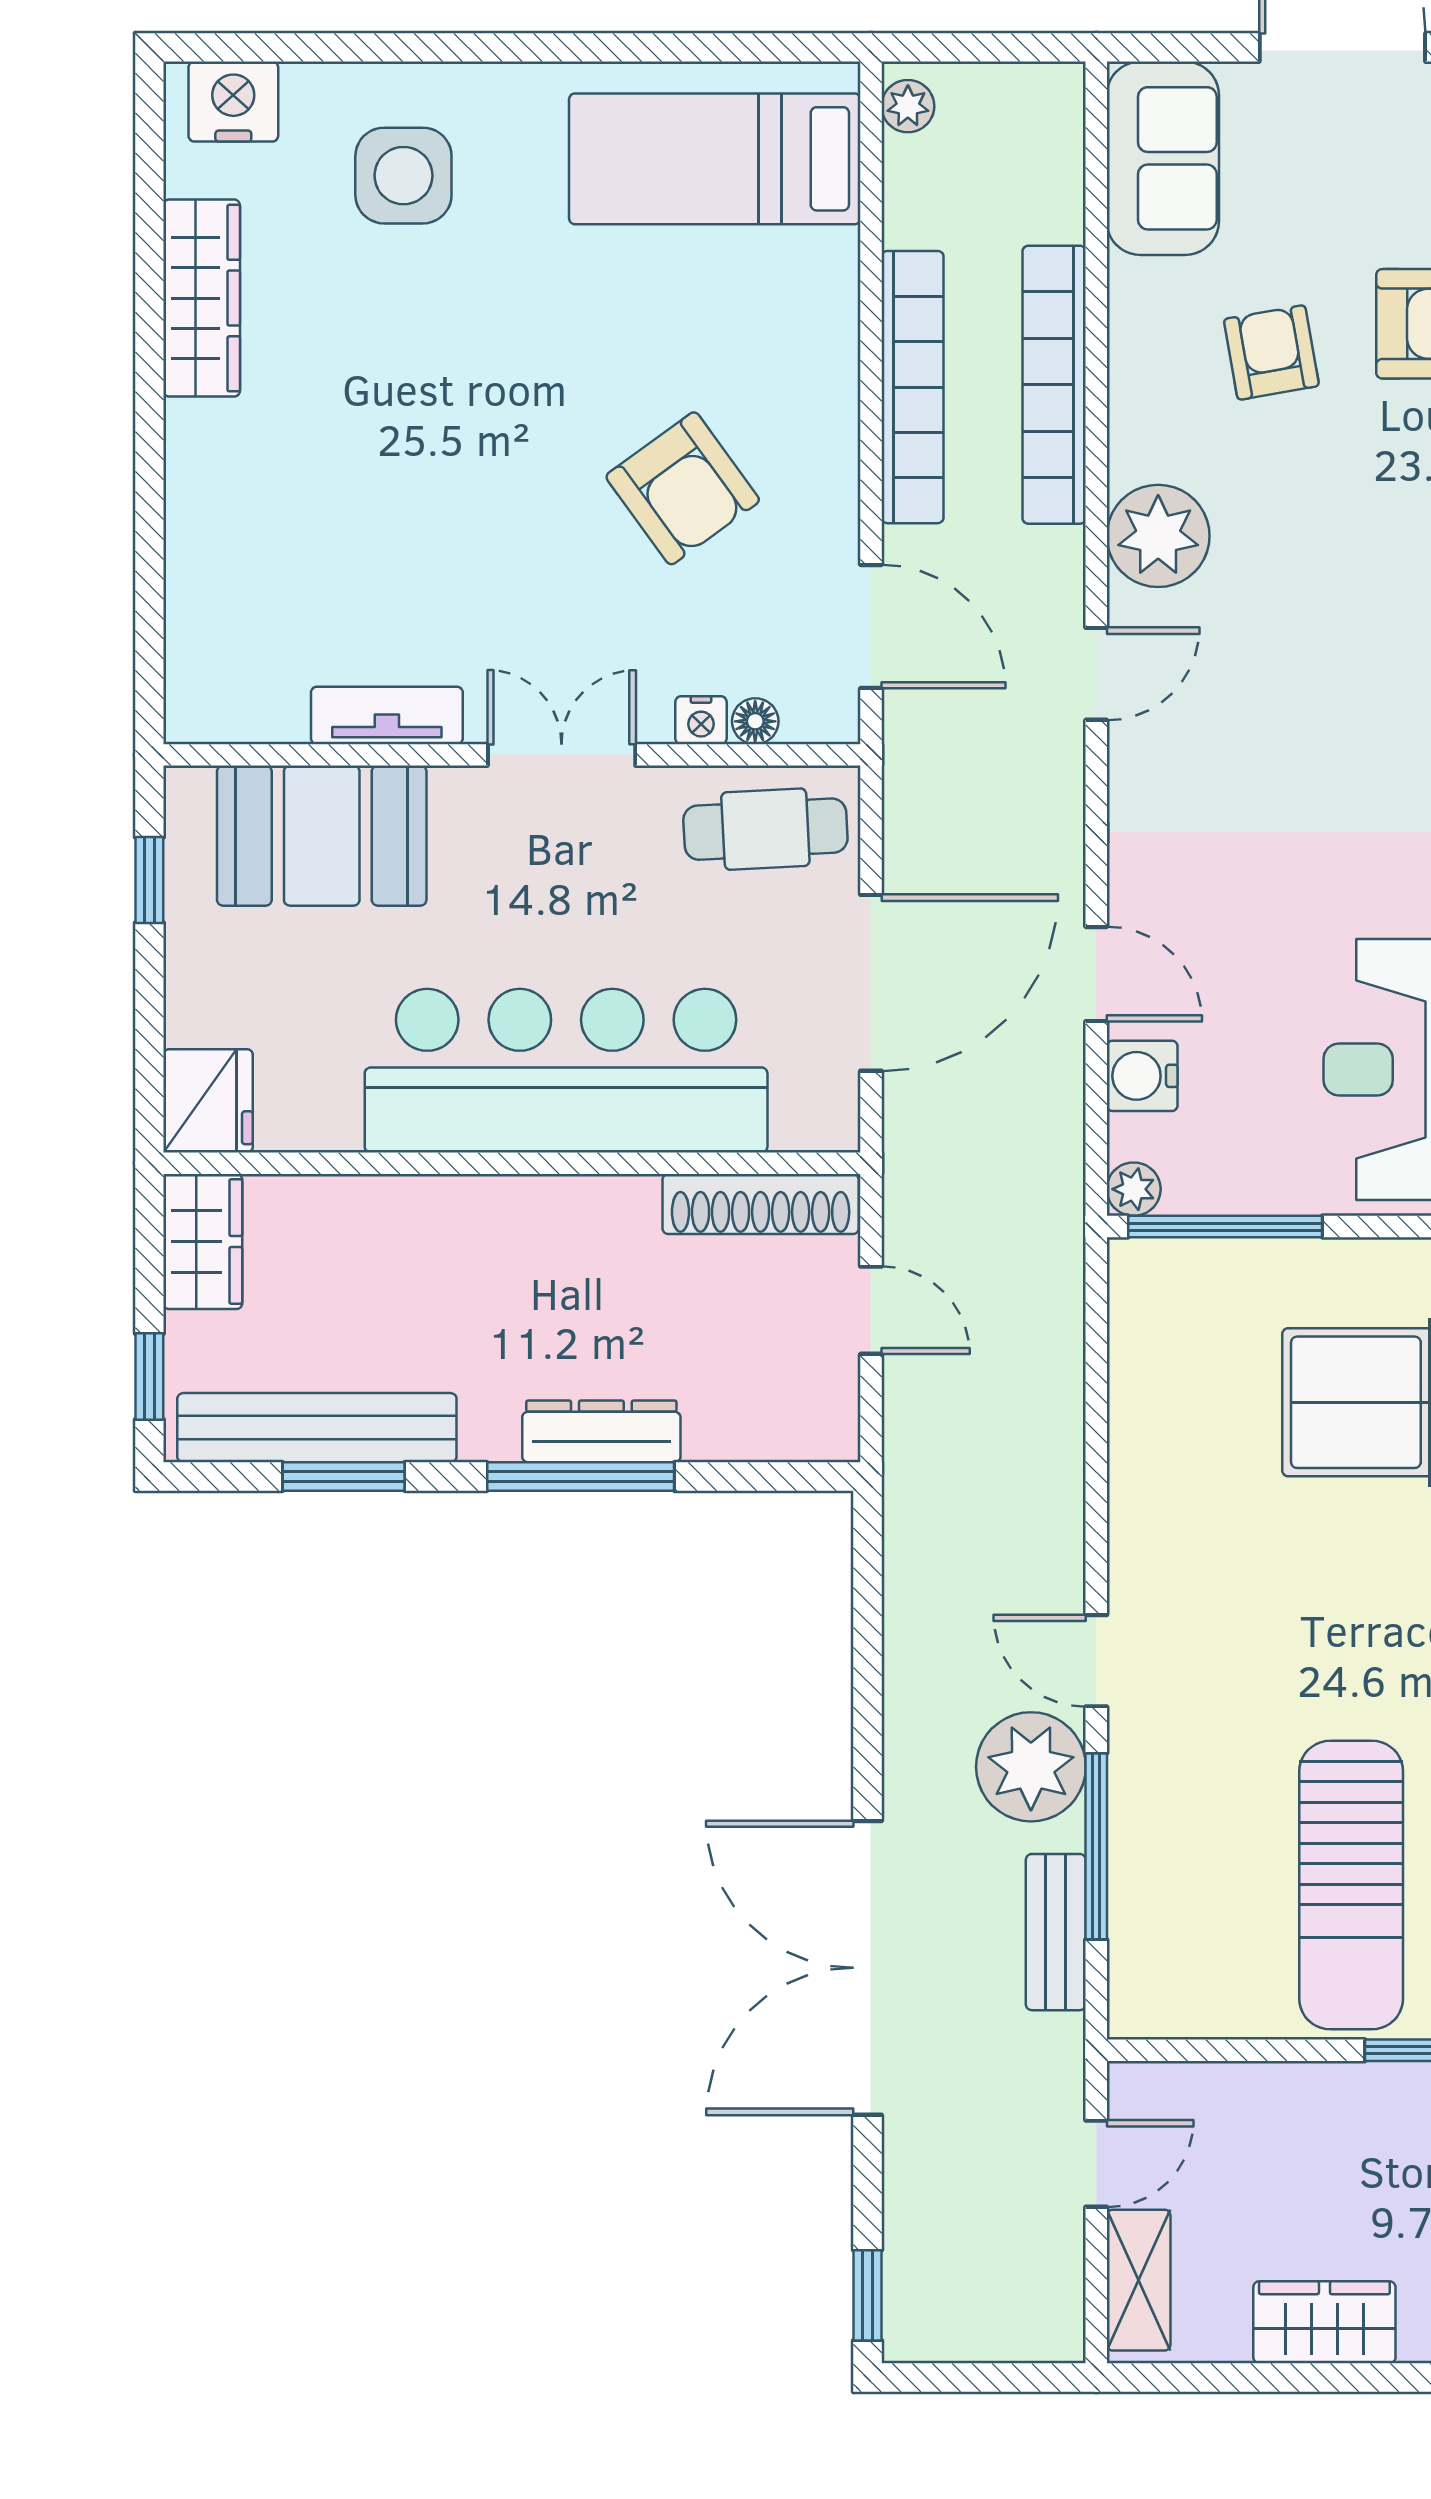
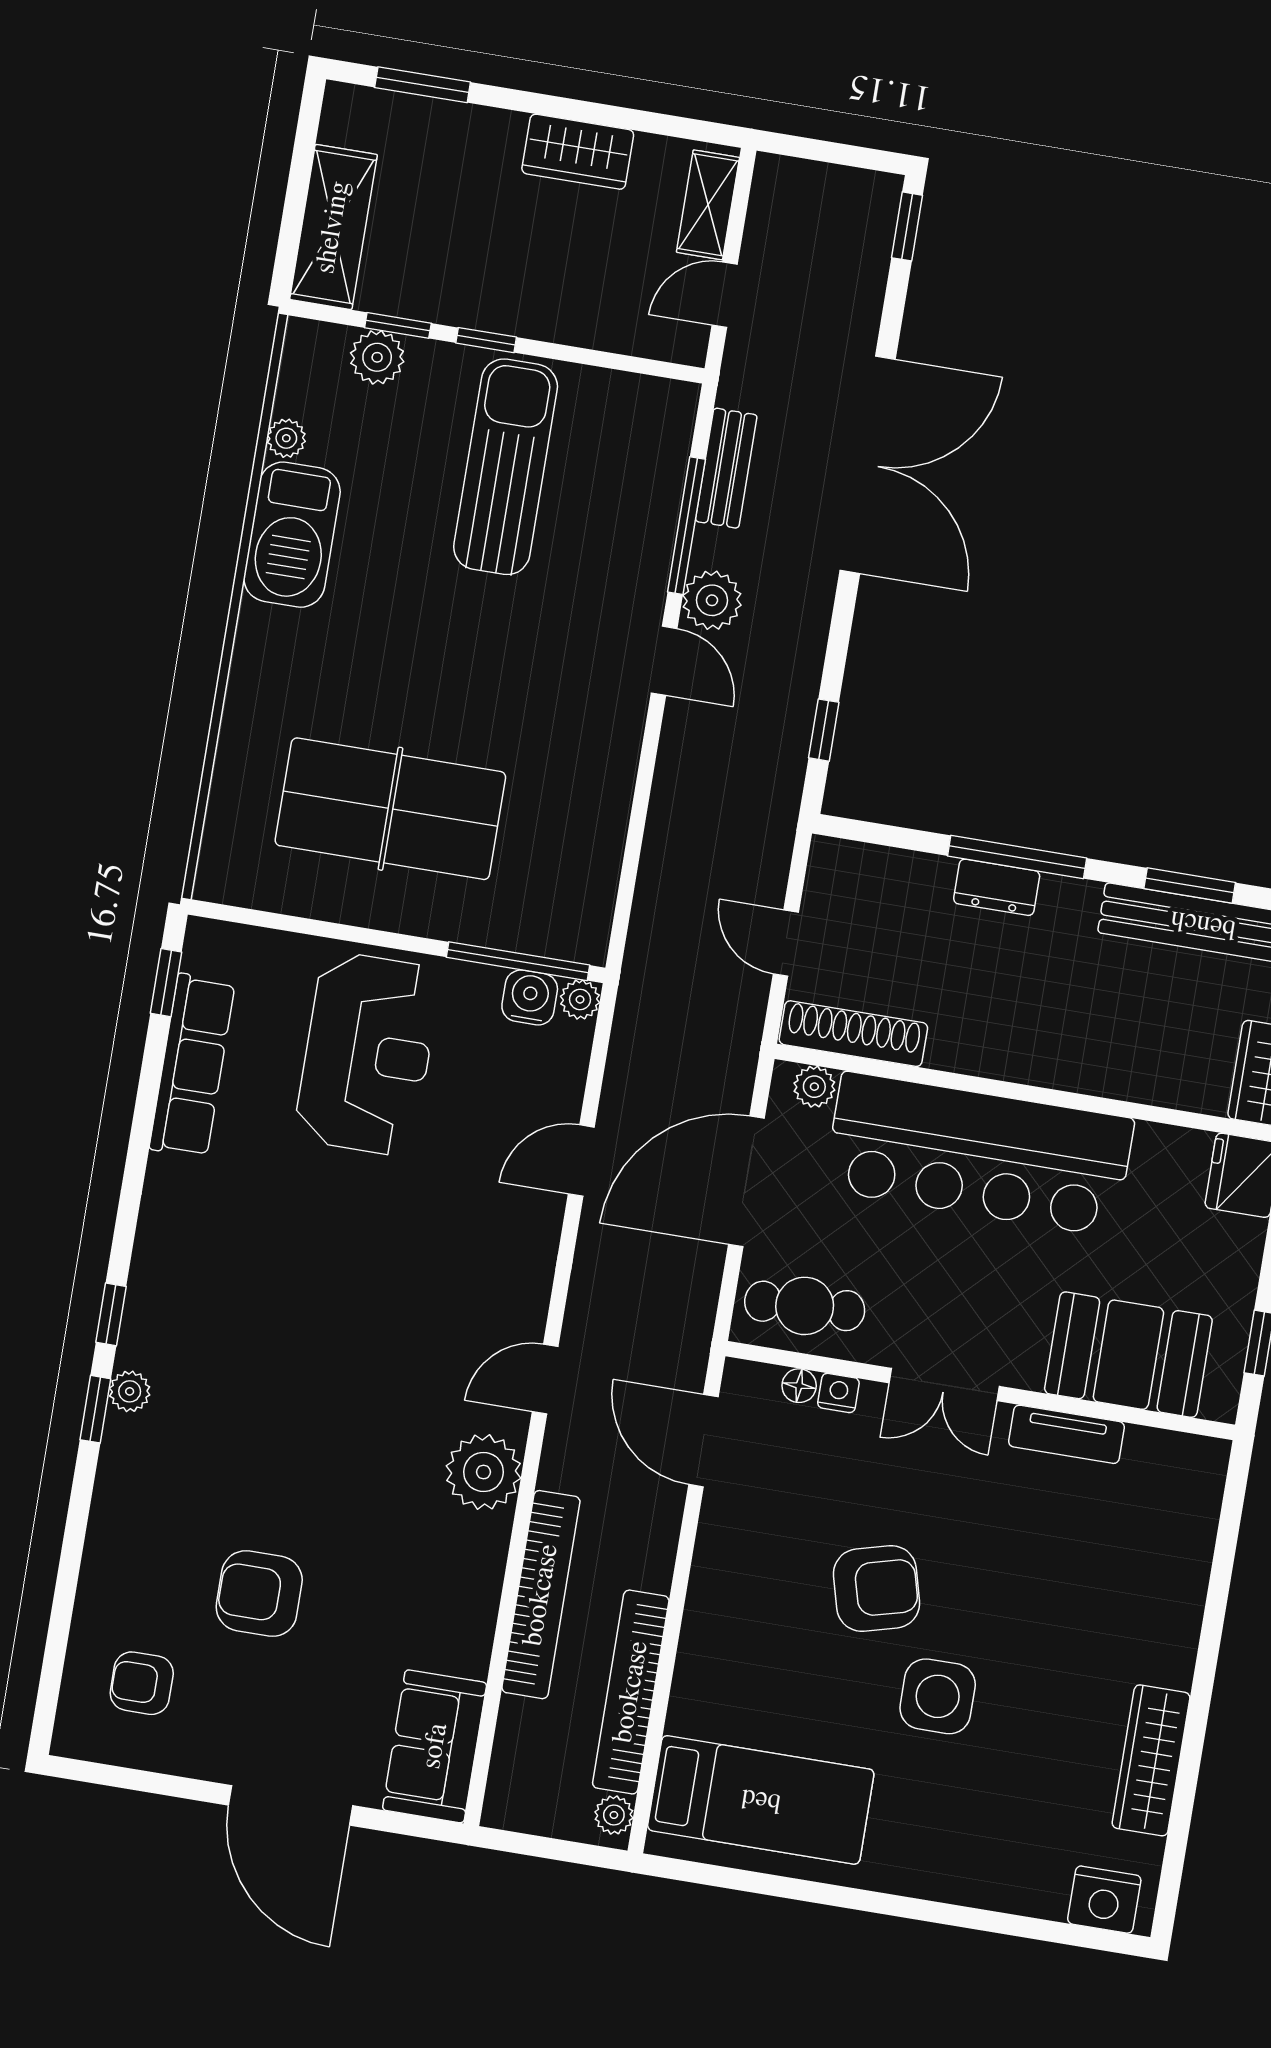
side table: (403, 176) -> (938, 1696), moved
armchair: (1271, 353) -> (379, 1592), removed
bookcase: (912, 387) -> (631, 1692), moved
armchair: (683, 488) -> (877, 1588), moved, turned 111
door: (1096, 974) -> (581, 1161), hinge flipped
water cooler: (1142, 1076) -> (530, 997), moved, turned -90
plant: (801, 1125) -> (814, 1087), added
dresser: (601, 1431) -> (997, 887), width x0.70
window: (867, 1603) -> (824, 730), added
plant: (1031, 1767) -> (712, 600), width x0.73, depth x0.73

